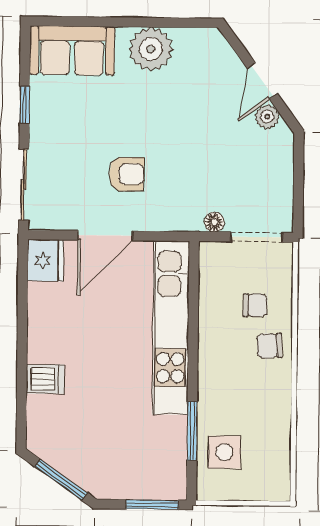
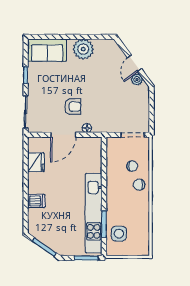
floor lamp: (214, 222) -> (87, 128), moved
fridge: (46, 260) -> (36, 162), moved
kitchen unit: (171, 328) -> (94, 213), moved

